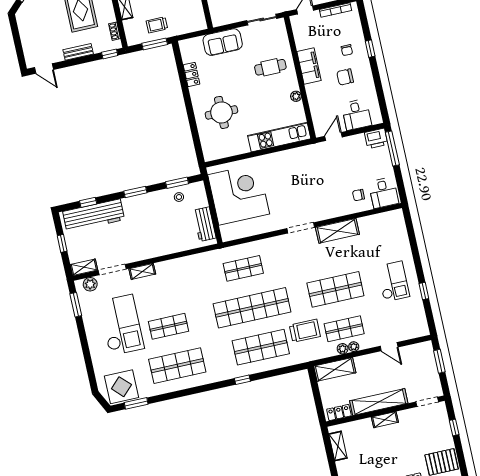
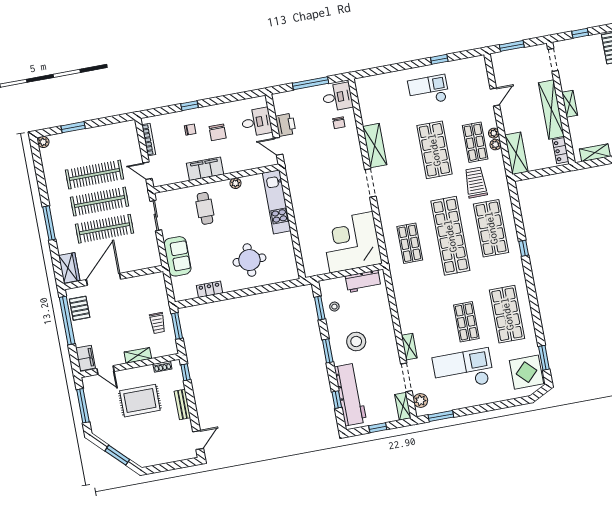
printer: (376, 138) -> (286, 125), moved
window: (392, 149) -> (310, 83), moved
corner desk: (239, 194) -> (351, 242), moved
stool: (146, 219) -> (356, 342), added

